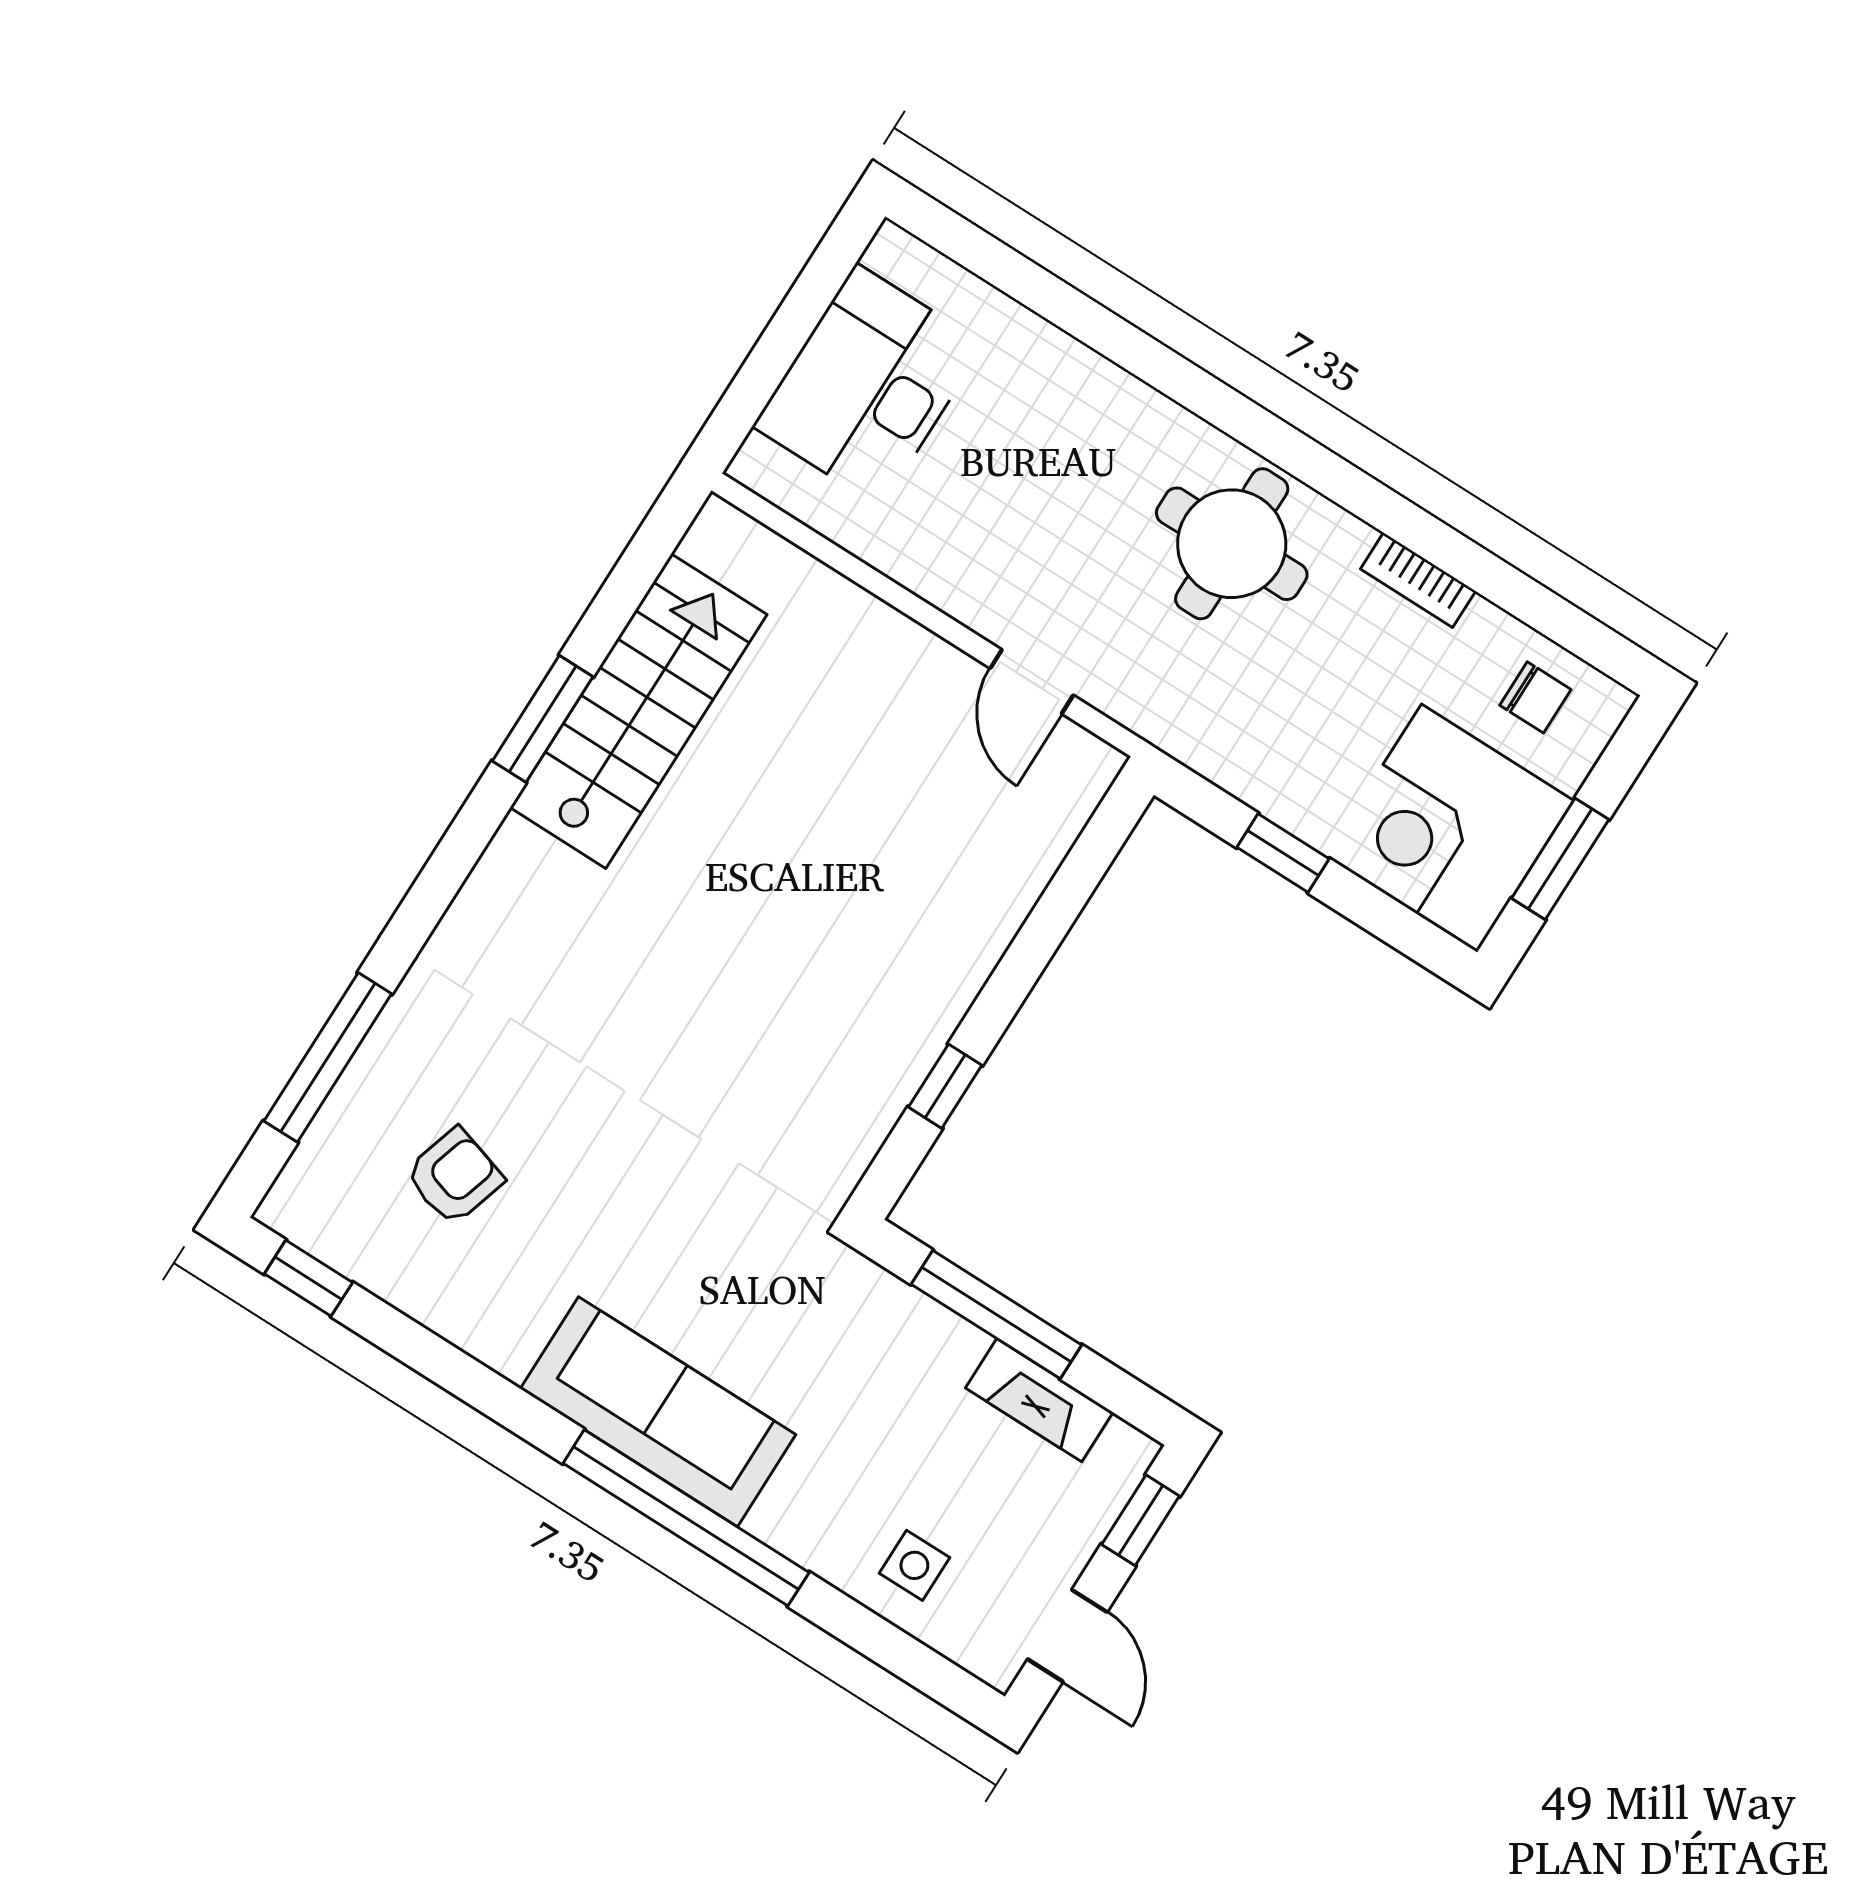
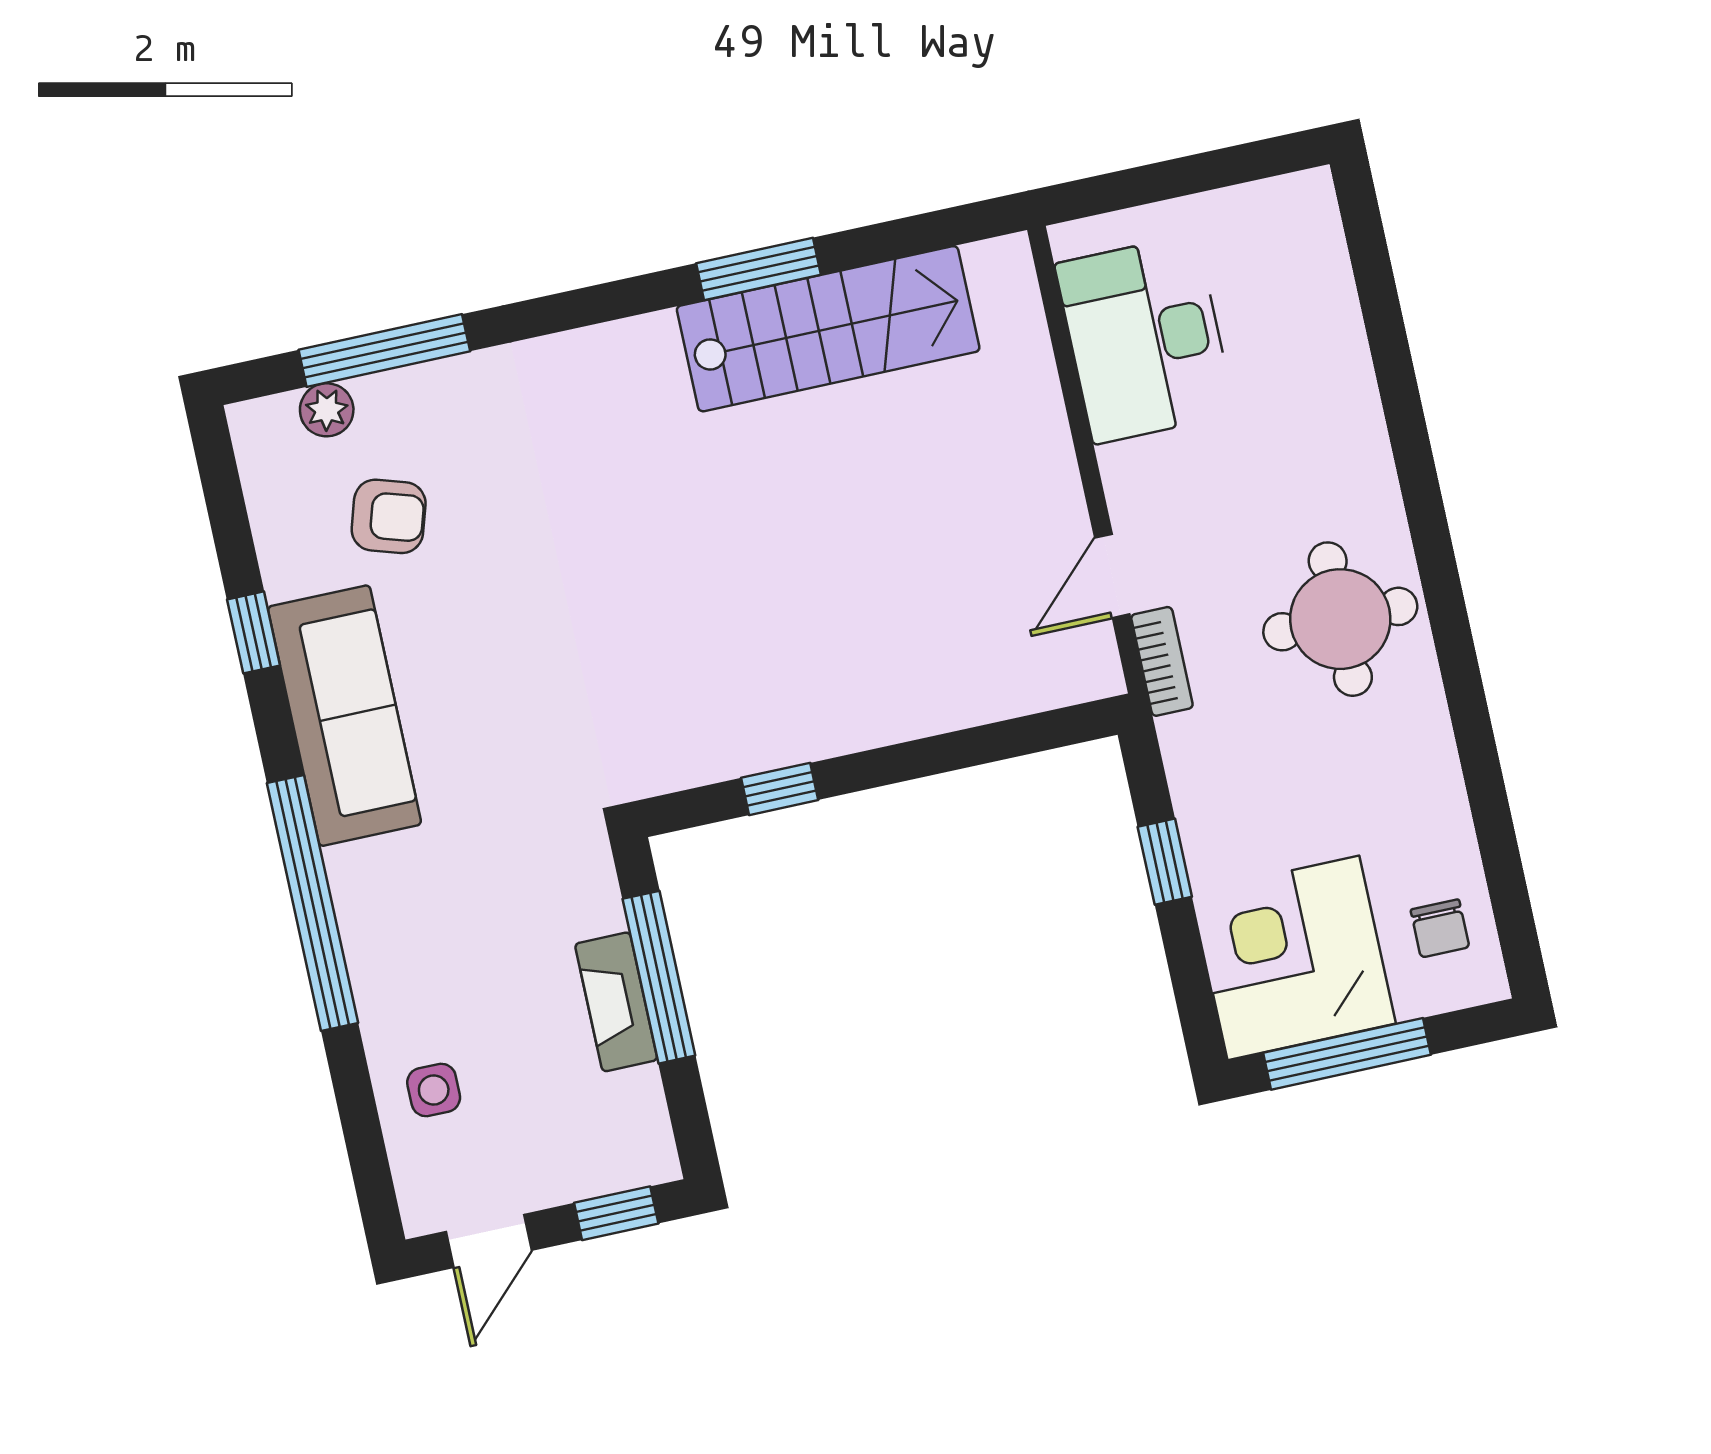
desk: (868, 385) -> (1145, 339), moved, turned -90
bookcase: (1418, 580) -> (1162, 661), moved, turned 180
window: (1560, 859) -> (1347, 1054), width x1.44
plant: (329, 1144) -> (327, 410), added
window: (308, 1278) -> (254, 632), moved
fireplace: (1039, 1400) -> (616, 1002), moved
sofa: (658, 1412) -> (345, 716), moved

